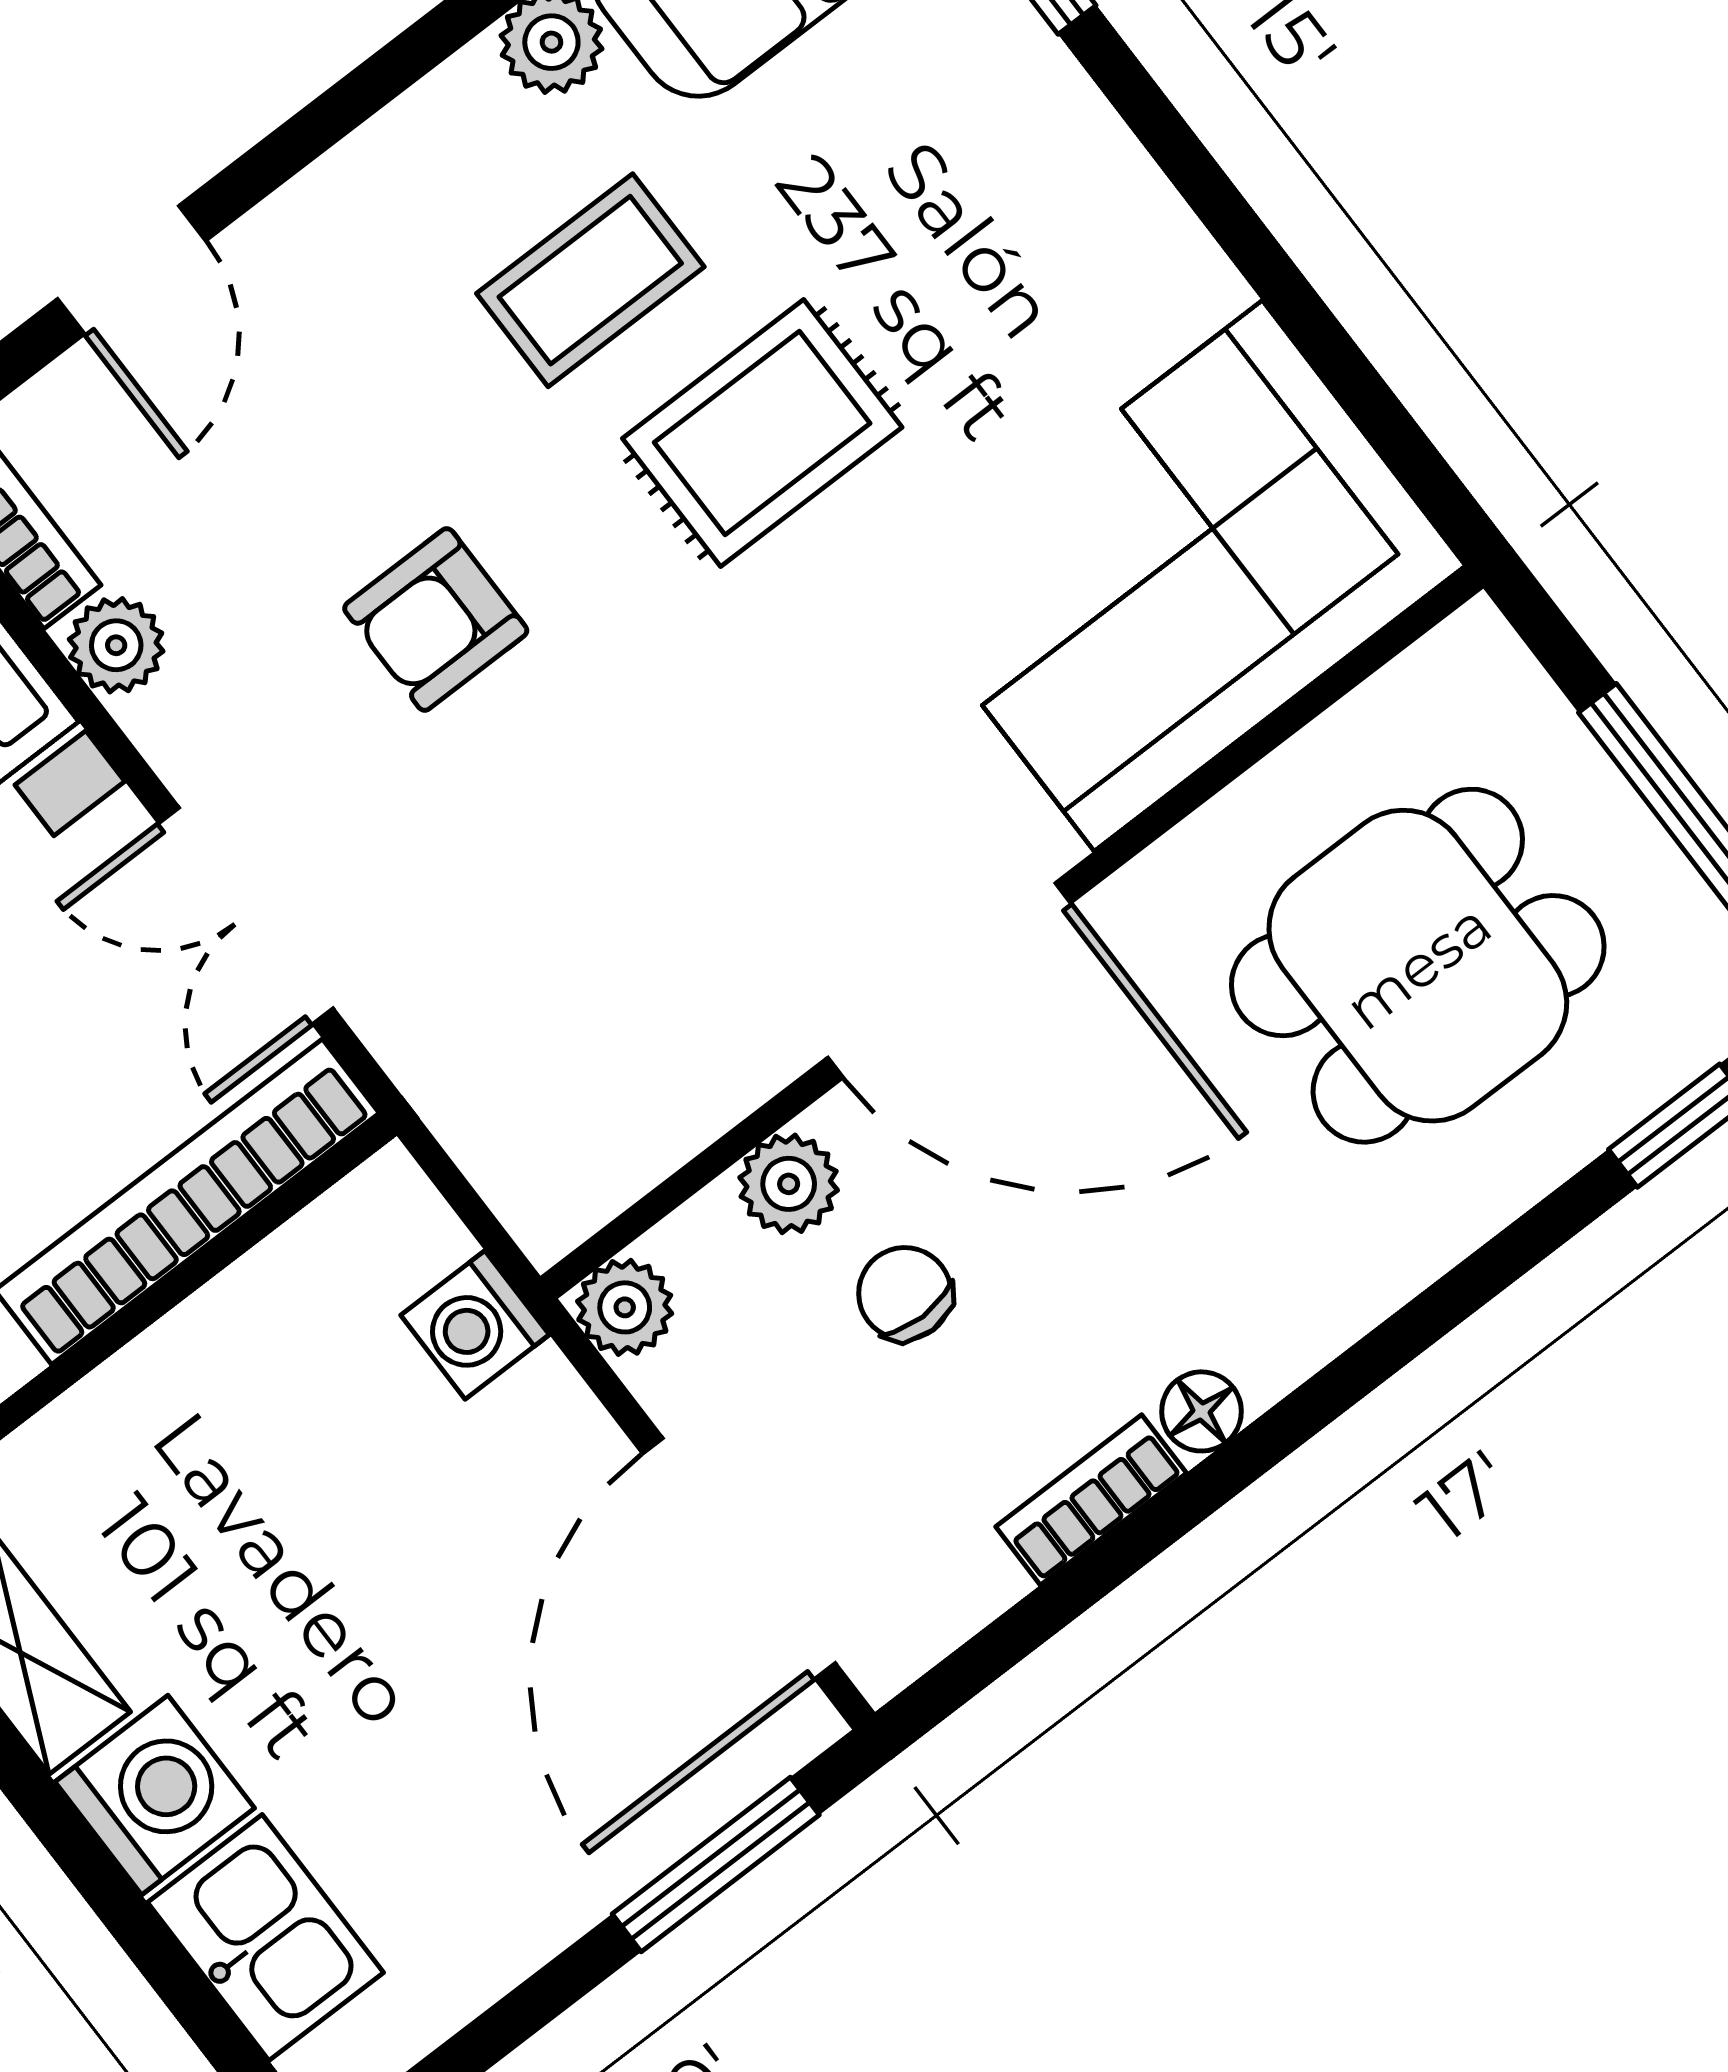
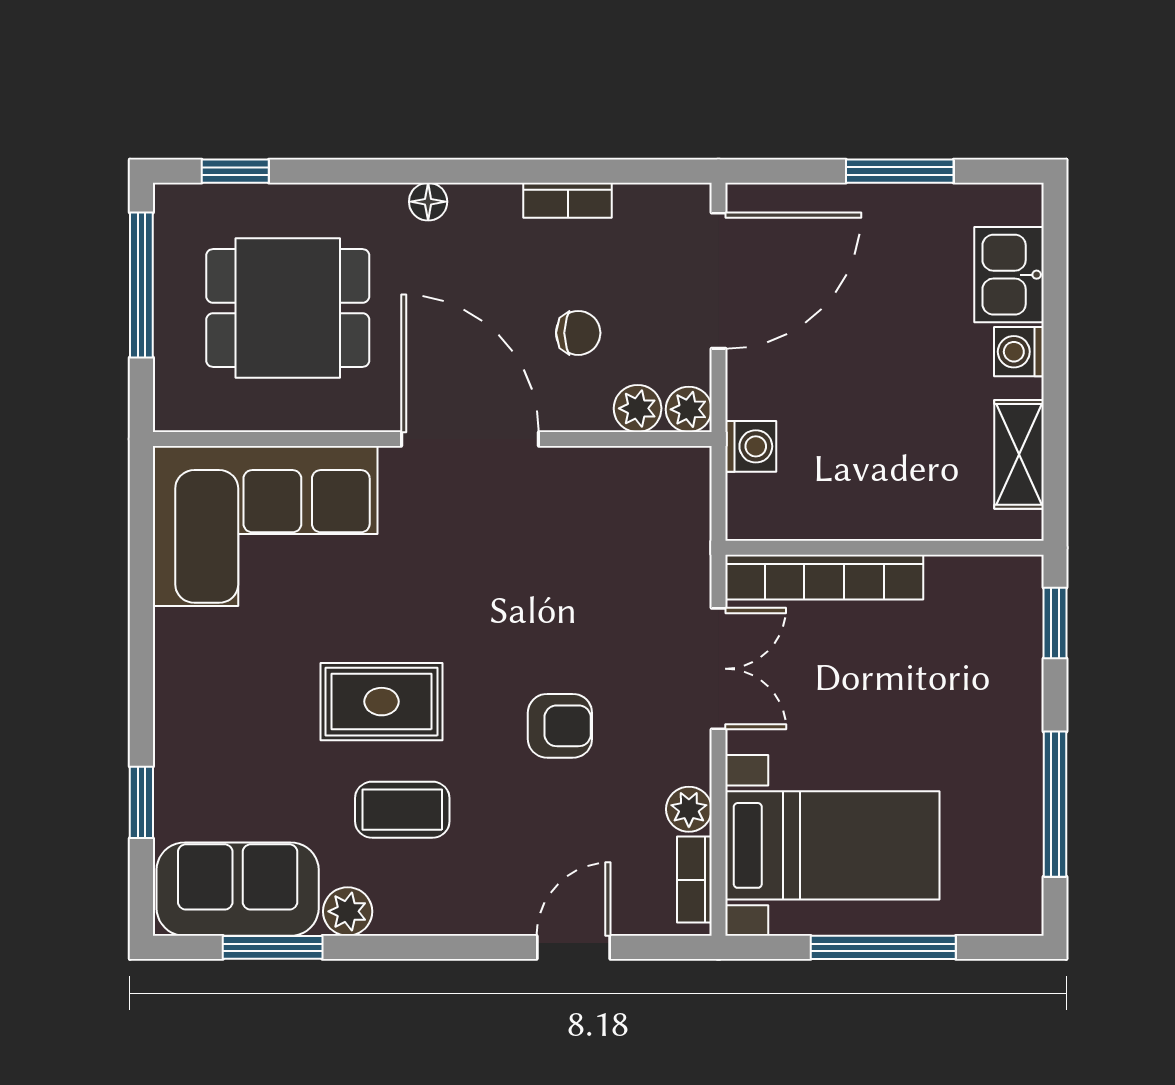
plant: (789, 1184) -> (638, 408), moved
chair: (905, 1294) -> (578, 333), turned -90
floor lamp: (1201, 1411) -> (428, 202), moved
washing machine: (155, 1795) -> (1019, 352), width x0.73, depth x0.73
window: (716, 1864) -> (900, 171), moved

